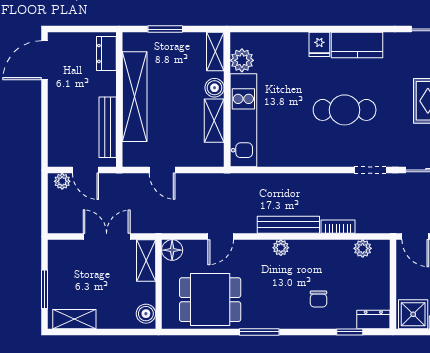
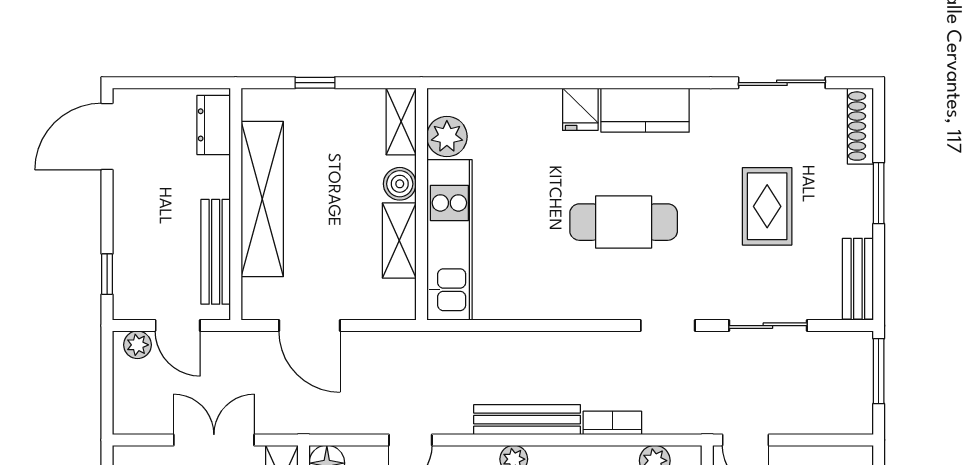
window: (165, 29) -> (315, 83), width x0.67
window: (45, 140) -> (107, 274), added
door: (162, 170) -> (309, 326), width x1.38

